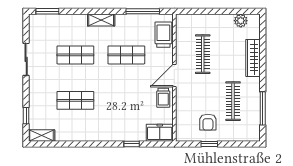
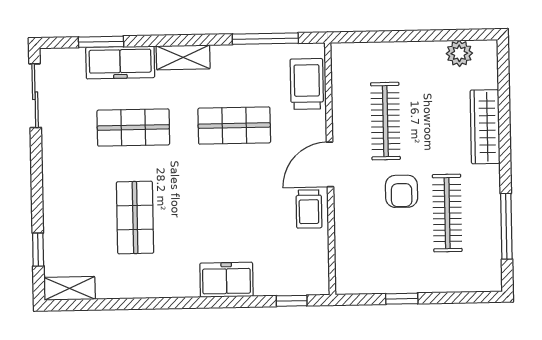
window: (47, 11) -> (101, 42), moved
freezer: (69, 22) -> (120, 62), added
sliding door: (26, 59) -> (35, 96), moved
shop shelf: (75, 100) -> (135, 218), turned 90
armchair: (208, 122) -> (402, 191), moved
freezer: (160, 133) -> (226, 280), moved
window: (132, 144) -> (292, 301), moved

